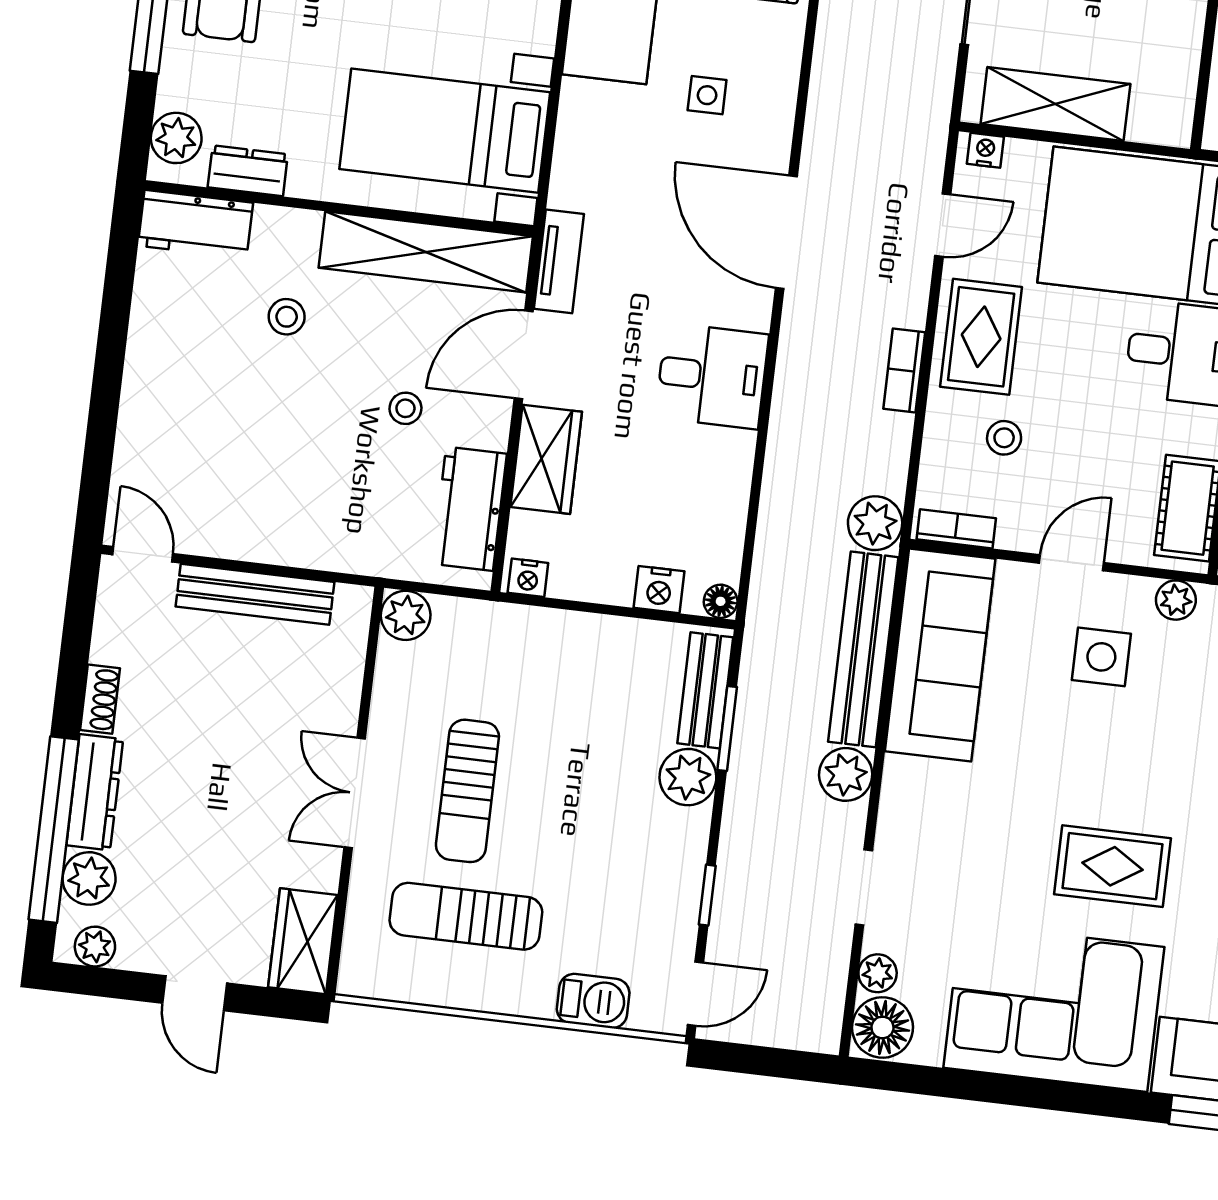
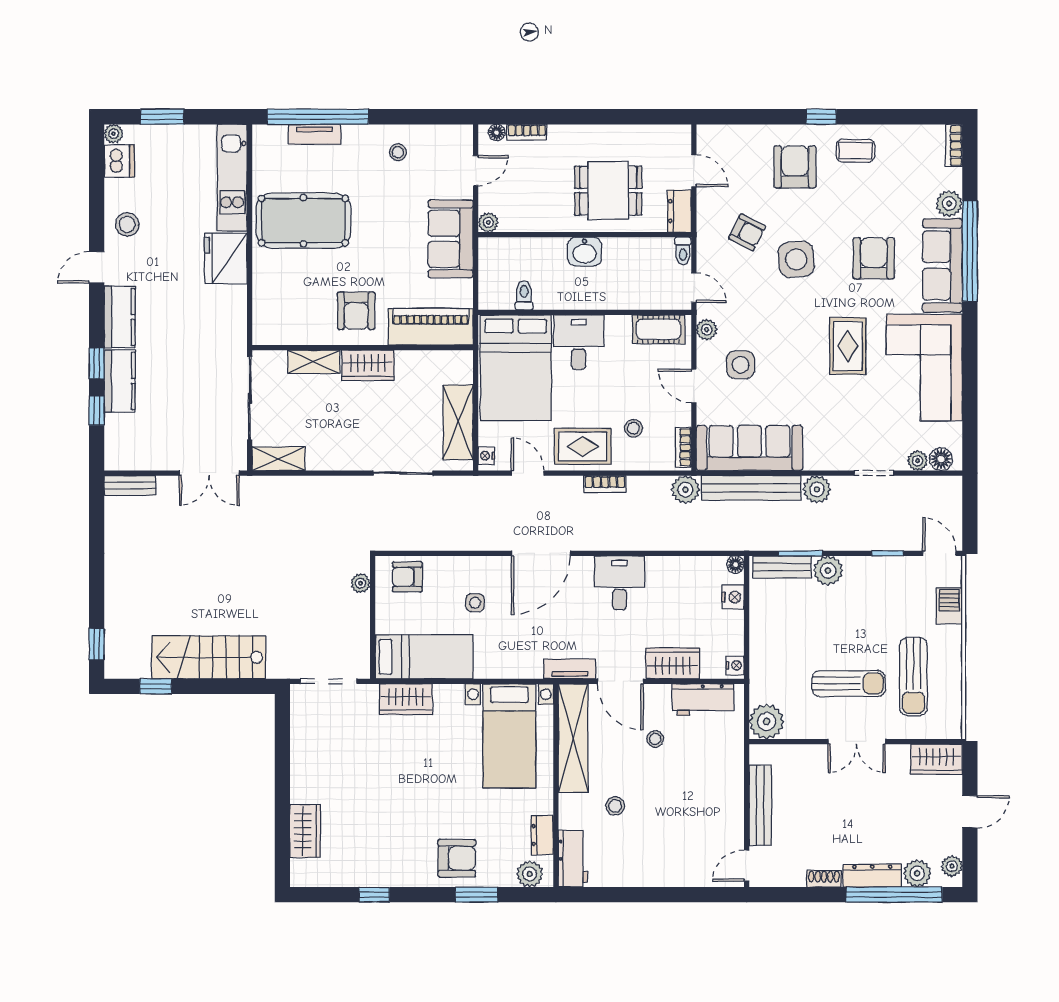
plant: (406, 615) -> (767, 721), width x1.36, depth x1.36
floor lamp: (882, 1027) -> (941, 459), width x0.73, depth x0.73

